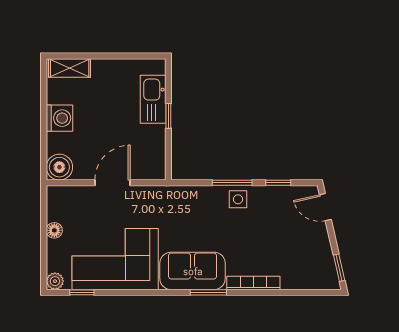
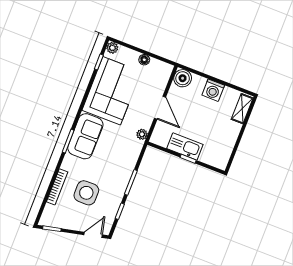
kitchen sink: (153, 99) -> (185, 147), moved
plant: (159, 193) -> (142, 134), added
side table: (238, 199) -> (86, 193), moved, width x1.87, depth x1.87
bookcase: (253, 283) -> (57, 187), moved

